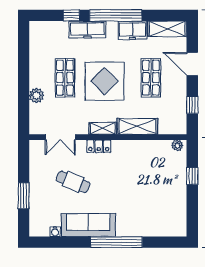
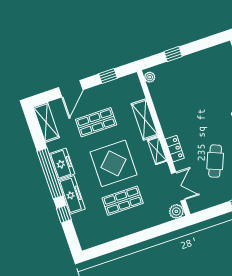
freezer: (133, 30) -> (62, 164), moved
plant: (37, 95) -> (176, 211), moved

